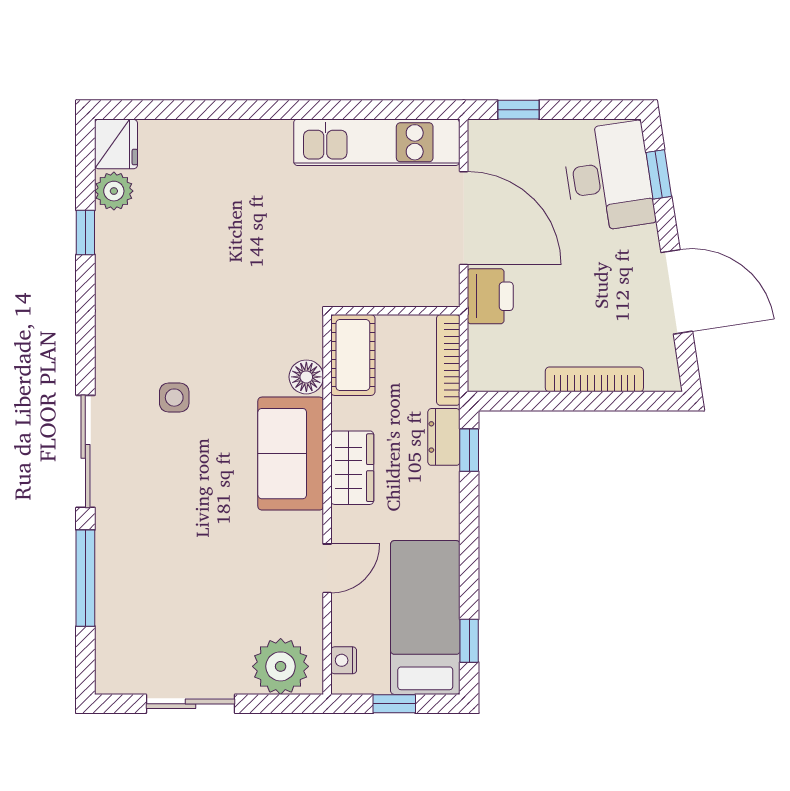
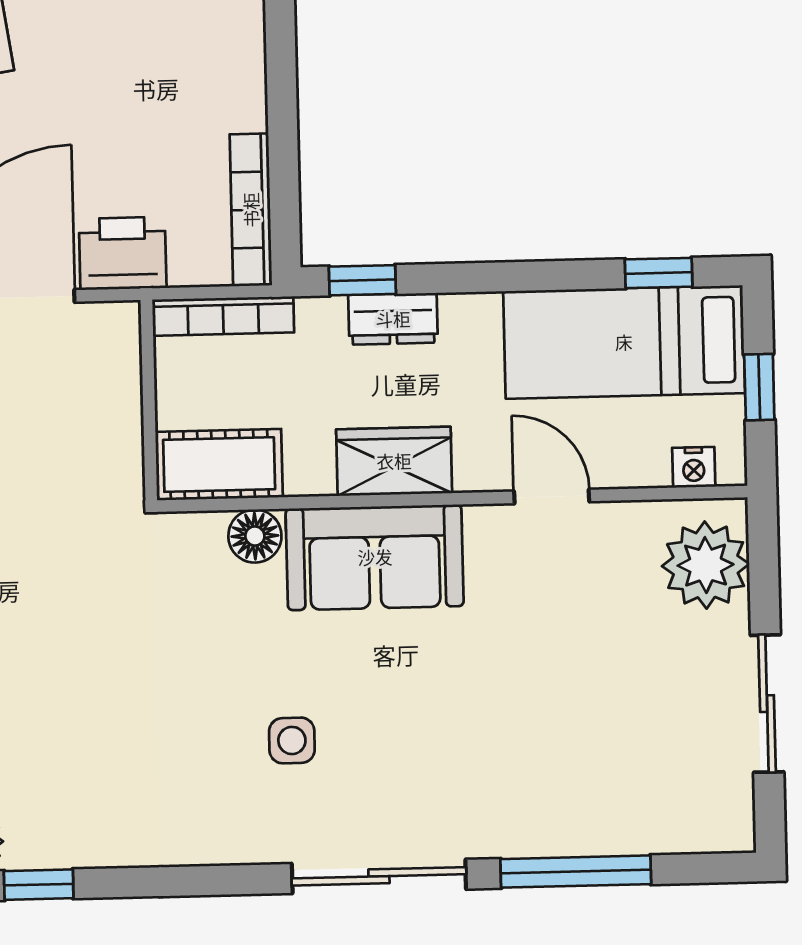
bookcase: (594, 379) -> (251, 210), moved
dresser: (444, 437) -> (393, 319), moved

